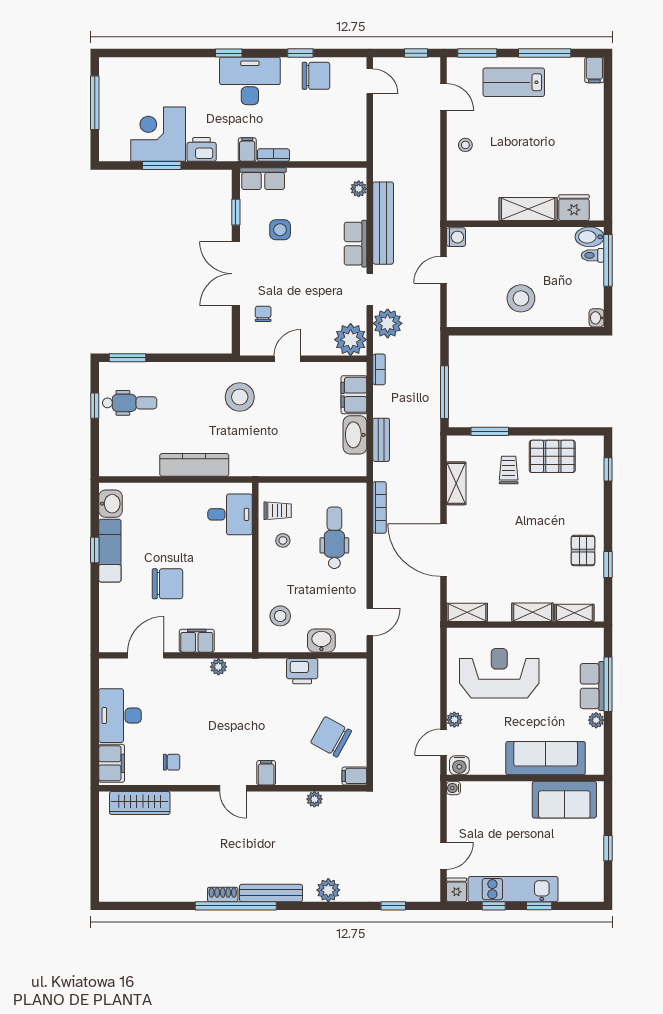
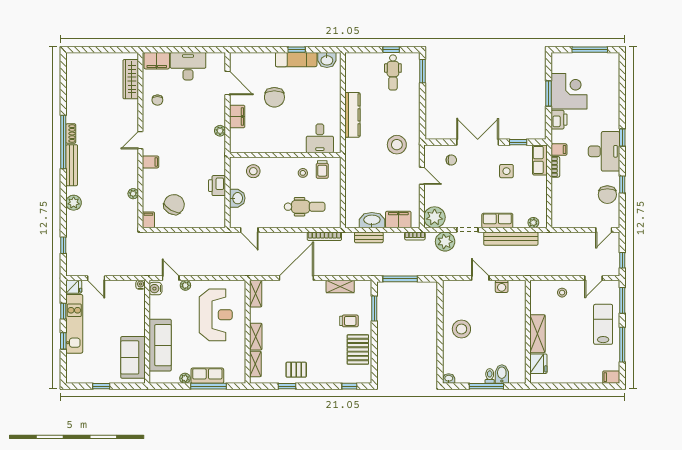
fridge: (574, 208) -> (538, 364), moved
shelving: (528, 209) -> (537, 334), moved
wall: (525, 224) -> (528, 332), moved

